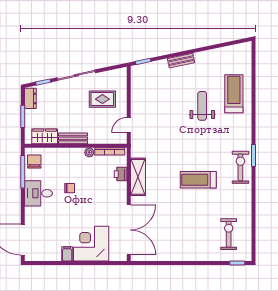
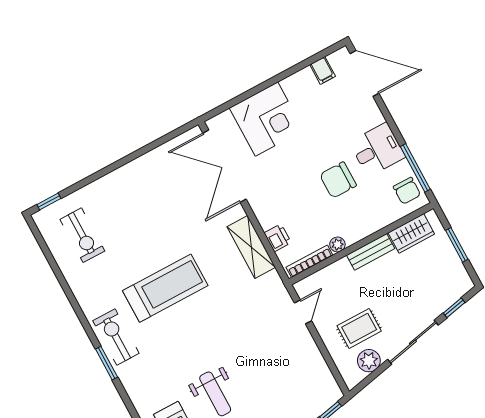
plant: (107, 78) -> (369, 361), added
dresser: (30, 98) -> (460, 275), removed
exercise bike: (240, 167) -> (116, 337), turned 180
treadmill: (198, 180) -> (165, 288), width x1.37, depth x1.38
chair: (70, 188) -> (338, 180), width x1.87, depth x1.87
filing cabinet: (67, 254) -> (323, 70), moved

